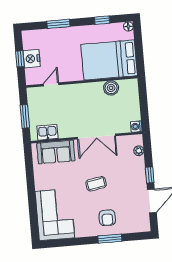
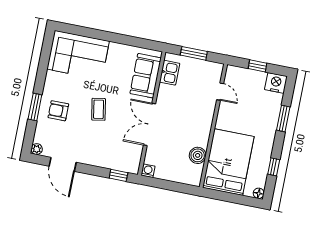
nightstand: (32, 59) -> (276, 83), moved
plant: (139, 151) -> (37, 149), moved
window: (150, 175) -> (118, 175), moved

